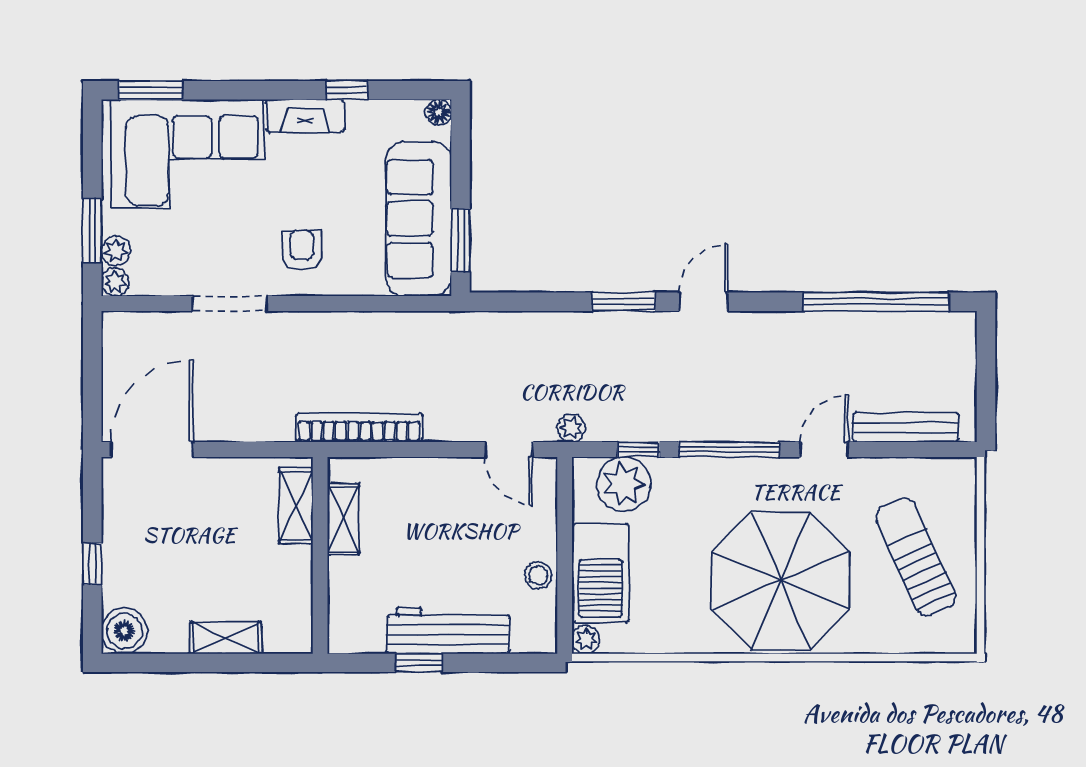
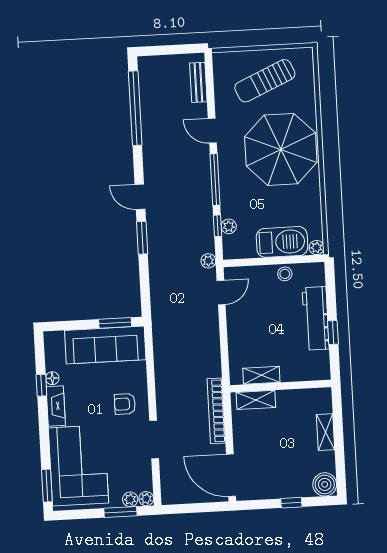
floor lamp: (439, 112) -> (52, 378), moved
bench: (906, 427) -> (198, 82), width x0.73
bookcase: (359, 428) -> (216, 411), moved
plant: (624, 484) -> (229, 226), width x0.53, depth x0.53

